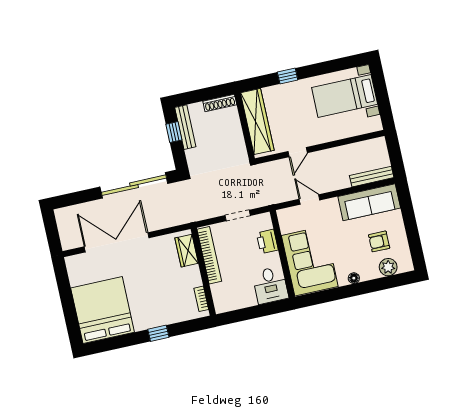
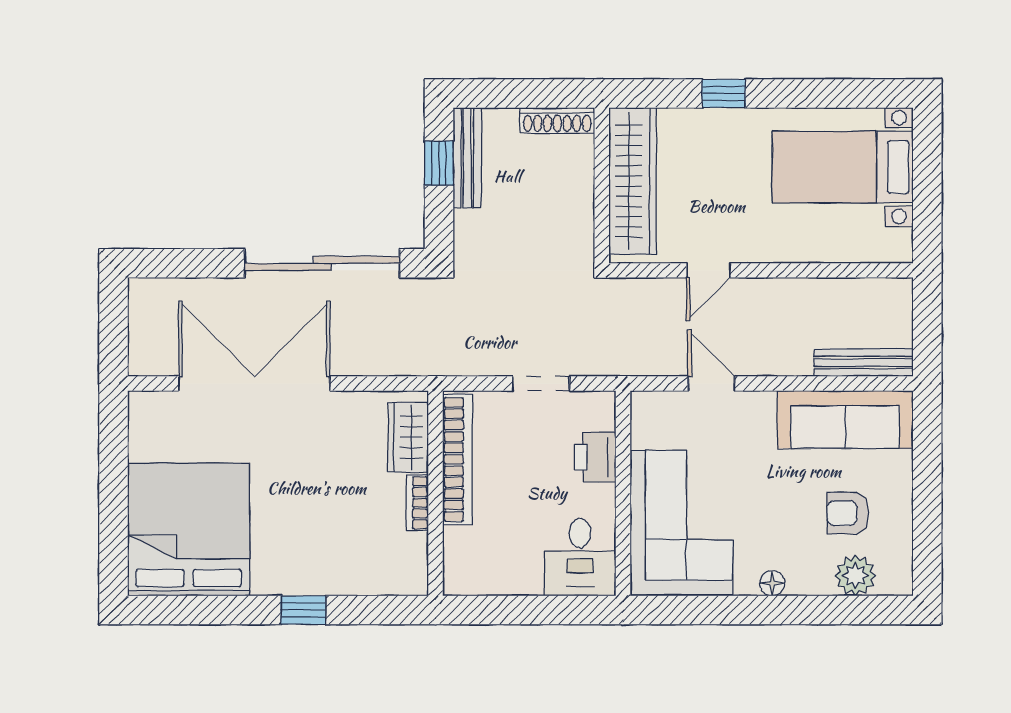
bookcase: (201, 299) -> (417, 503), moved

